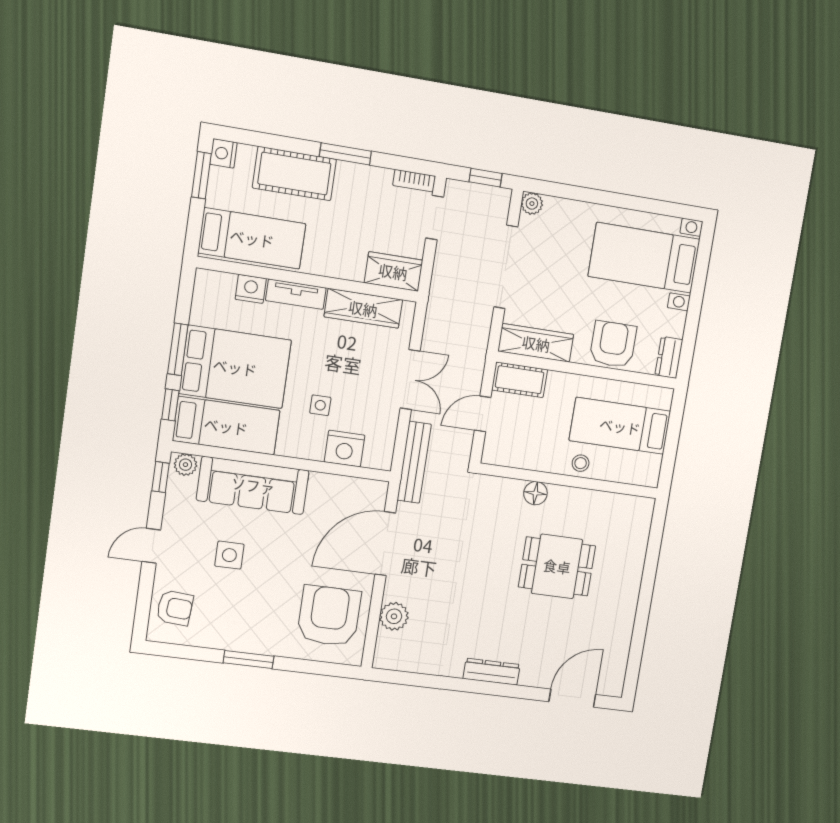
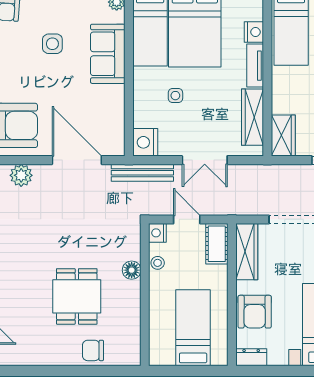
armchair: (613, 344) -> (255, 312), turned 90
nightstand: (345, 449) -> (145, 142), moved
nightstand: (494, 454) -> (157, 233), added
stool: (581, 463) -> (158, 263), moved
sofa: (253, 485) -> (108, 54), width x0.73
chair: (627, 555) -> (93, 350), added

